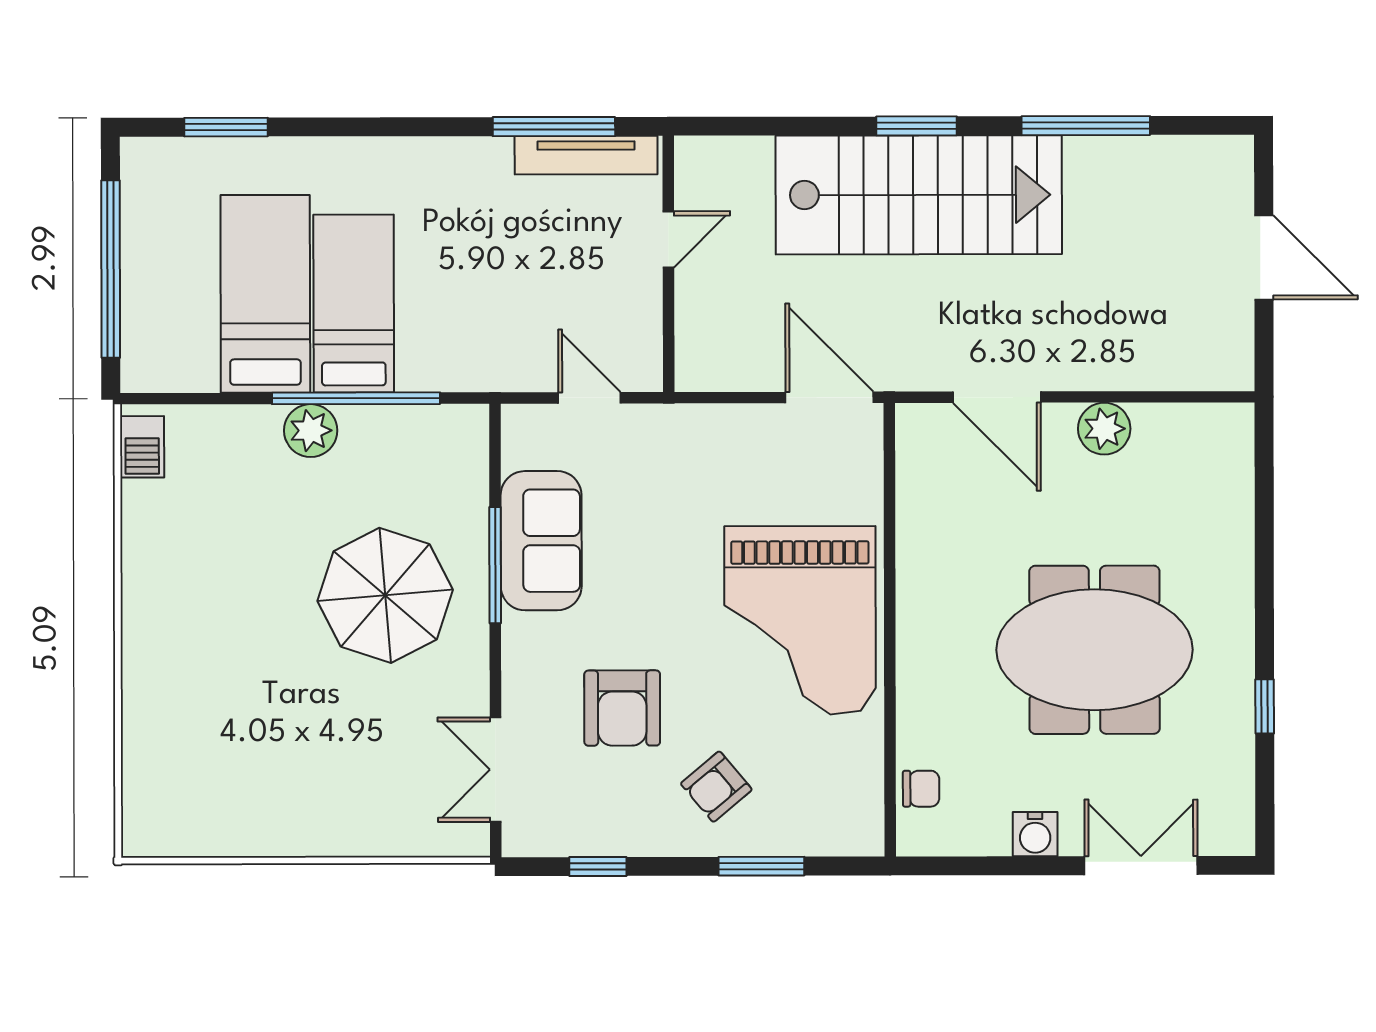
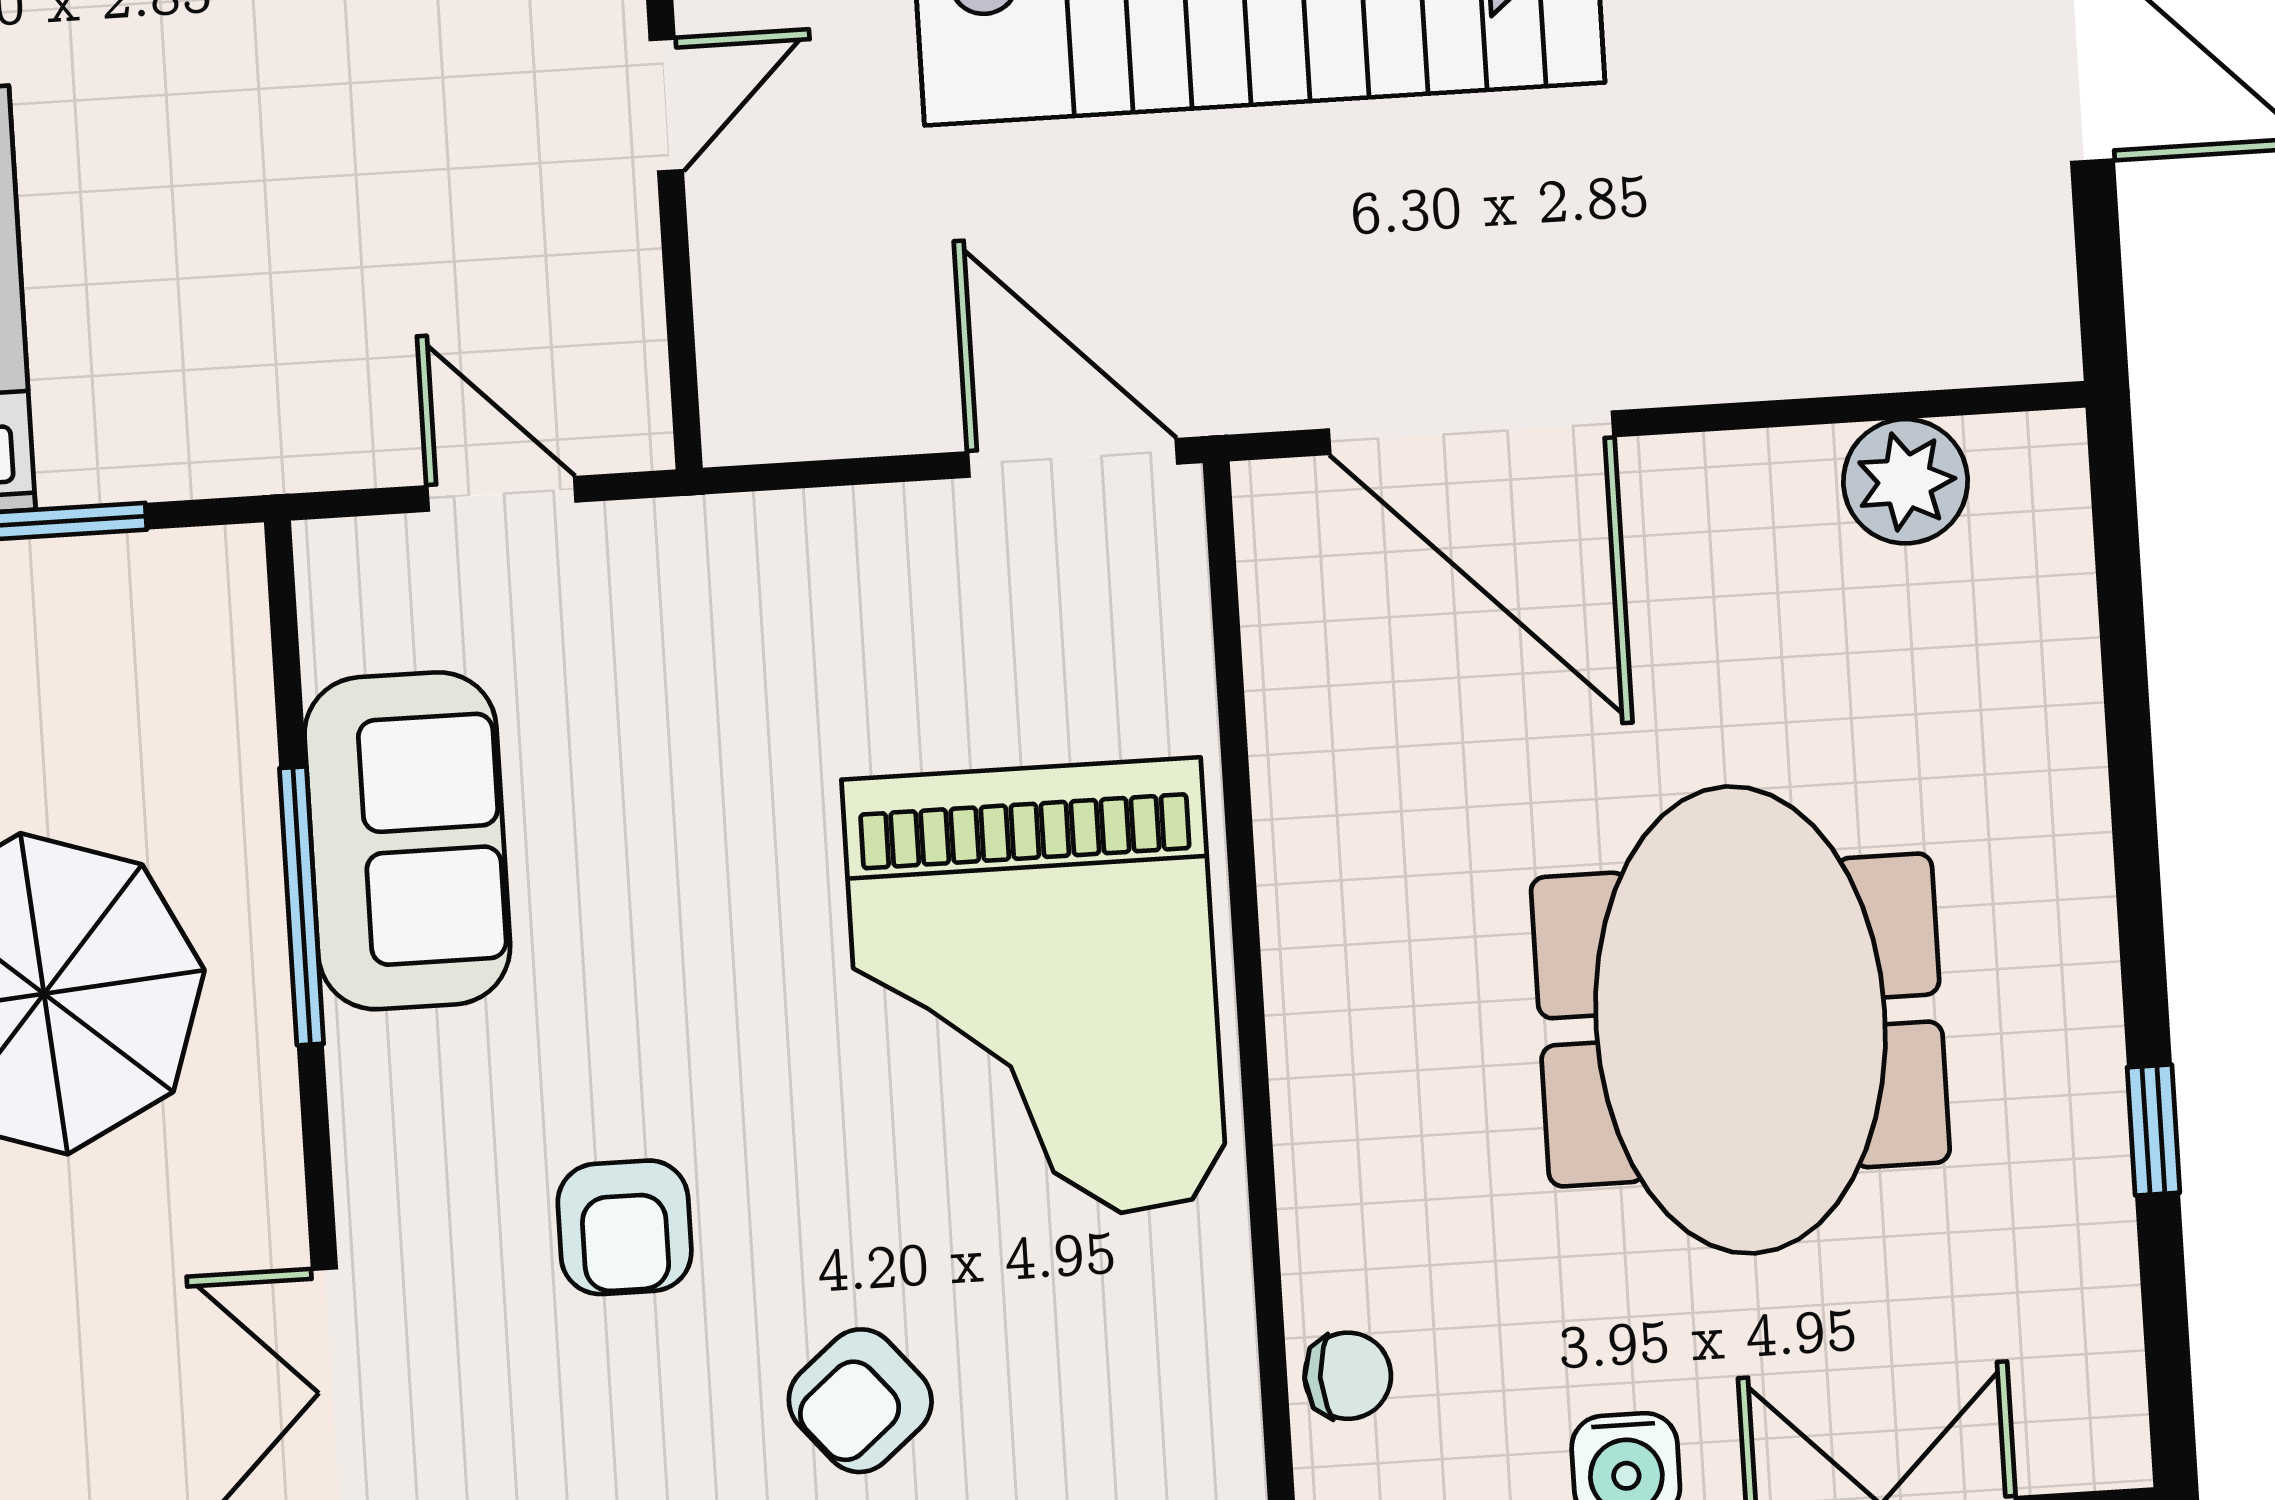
door: (997, 397) -> (1471, 433), width x1.36
plant: (1104, 429) -> (1905, 481), moved
meeting table: (1095, 650) -> (1740, 1020), turned 90
armchair: (622, 708) -> (625, 1227), width x0.72, depth x0.72

